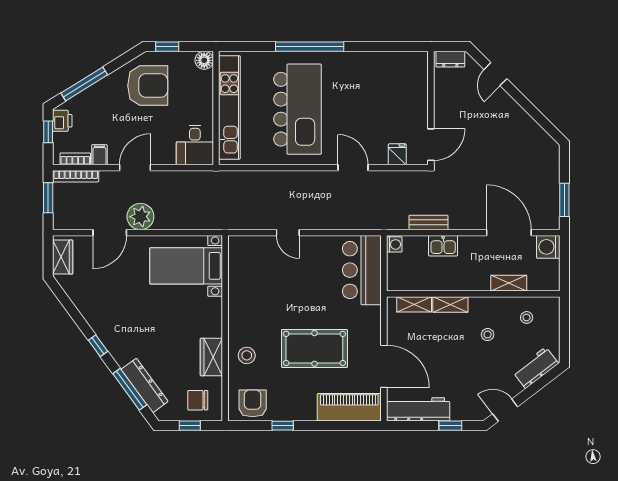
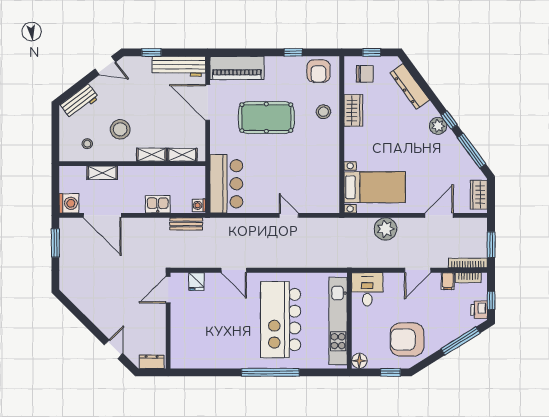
plant: (140, 217) -> (385, 229), moved
bench: (428, 222) -> (186, 224), moved
stool: (488, 335) -> (120, 129), width x1.89, depth x1.89
plant: (111, 339) -> (438, 126), added
window: (130, 389) -> (472, 151), moved

